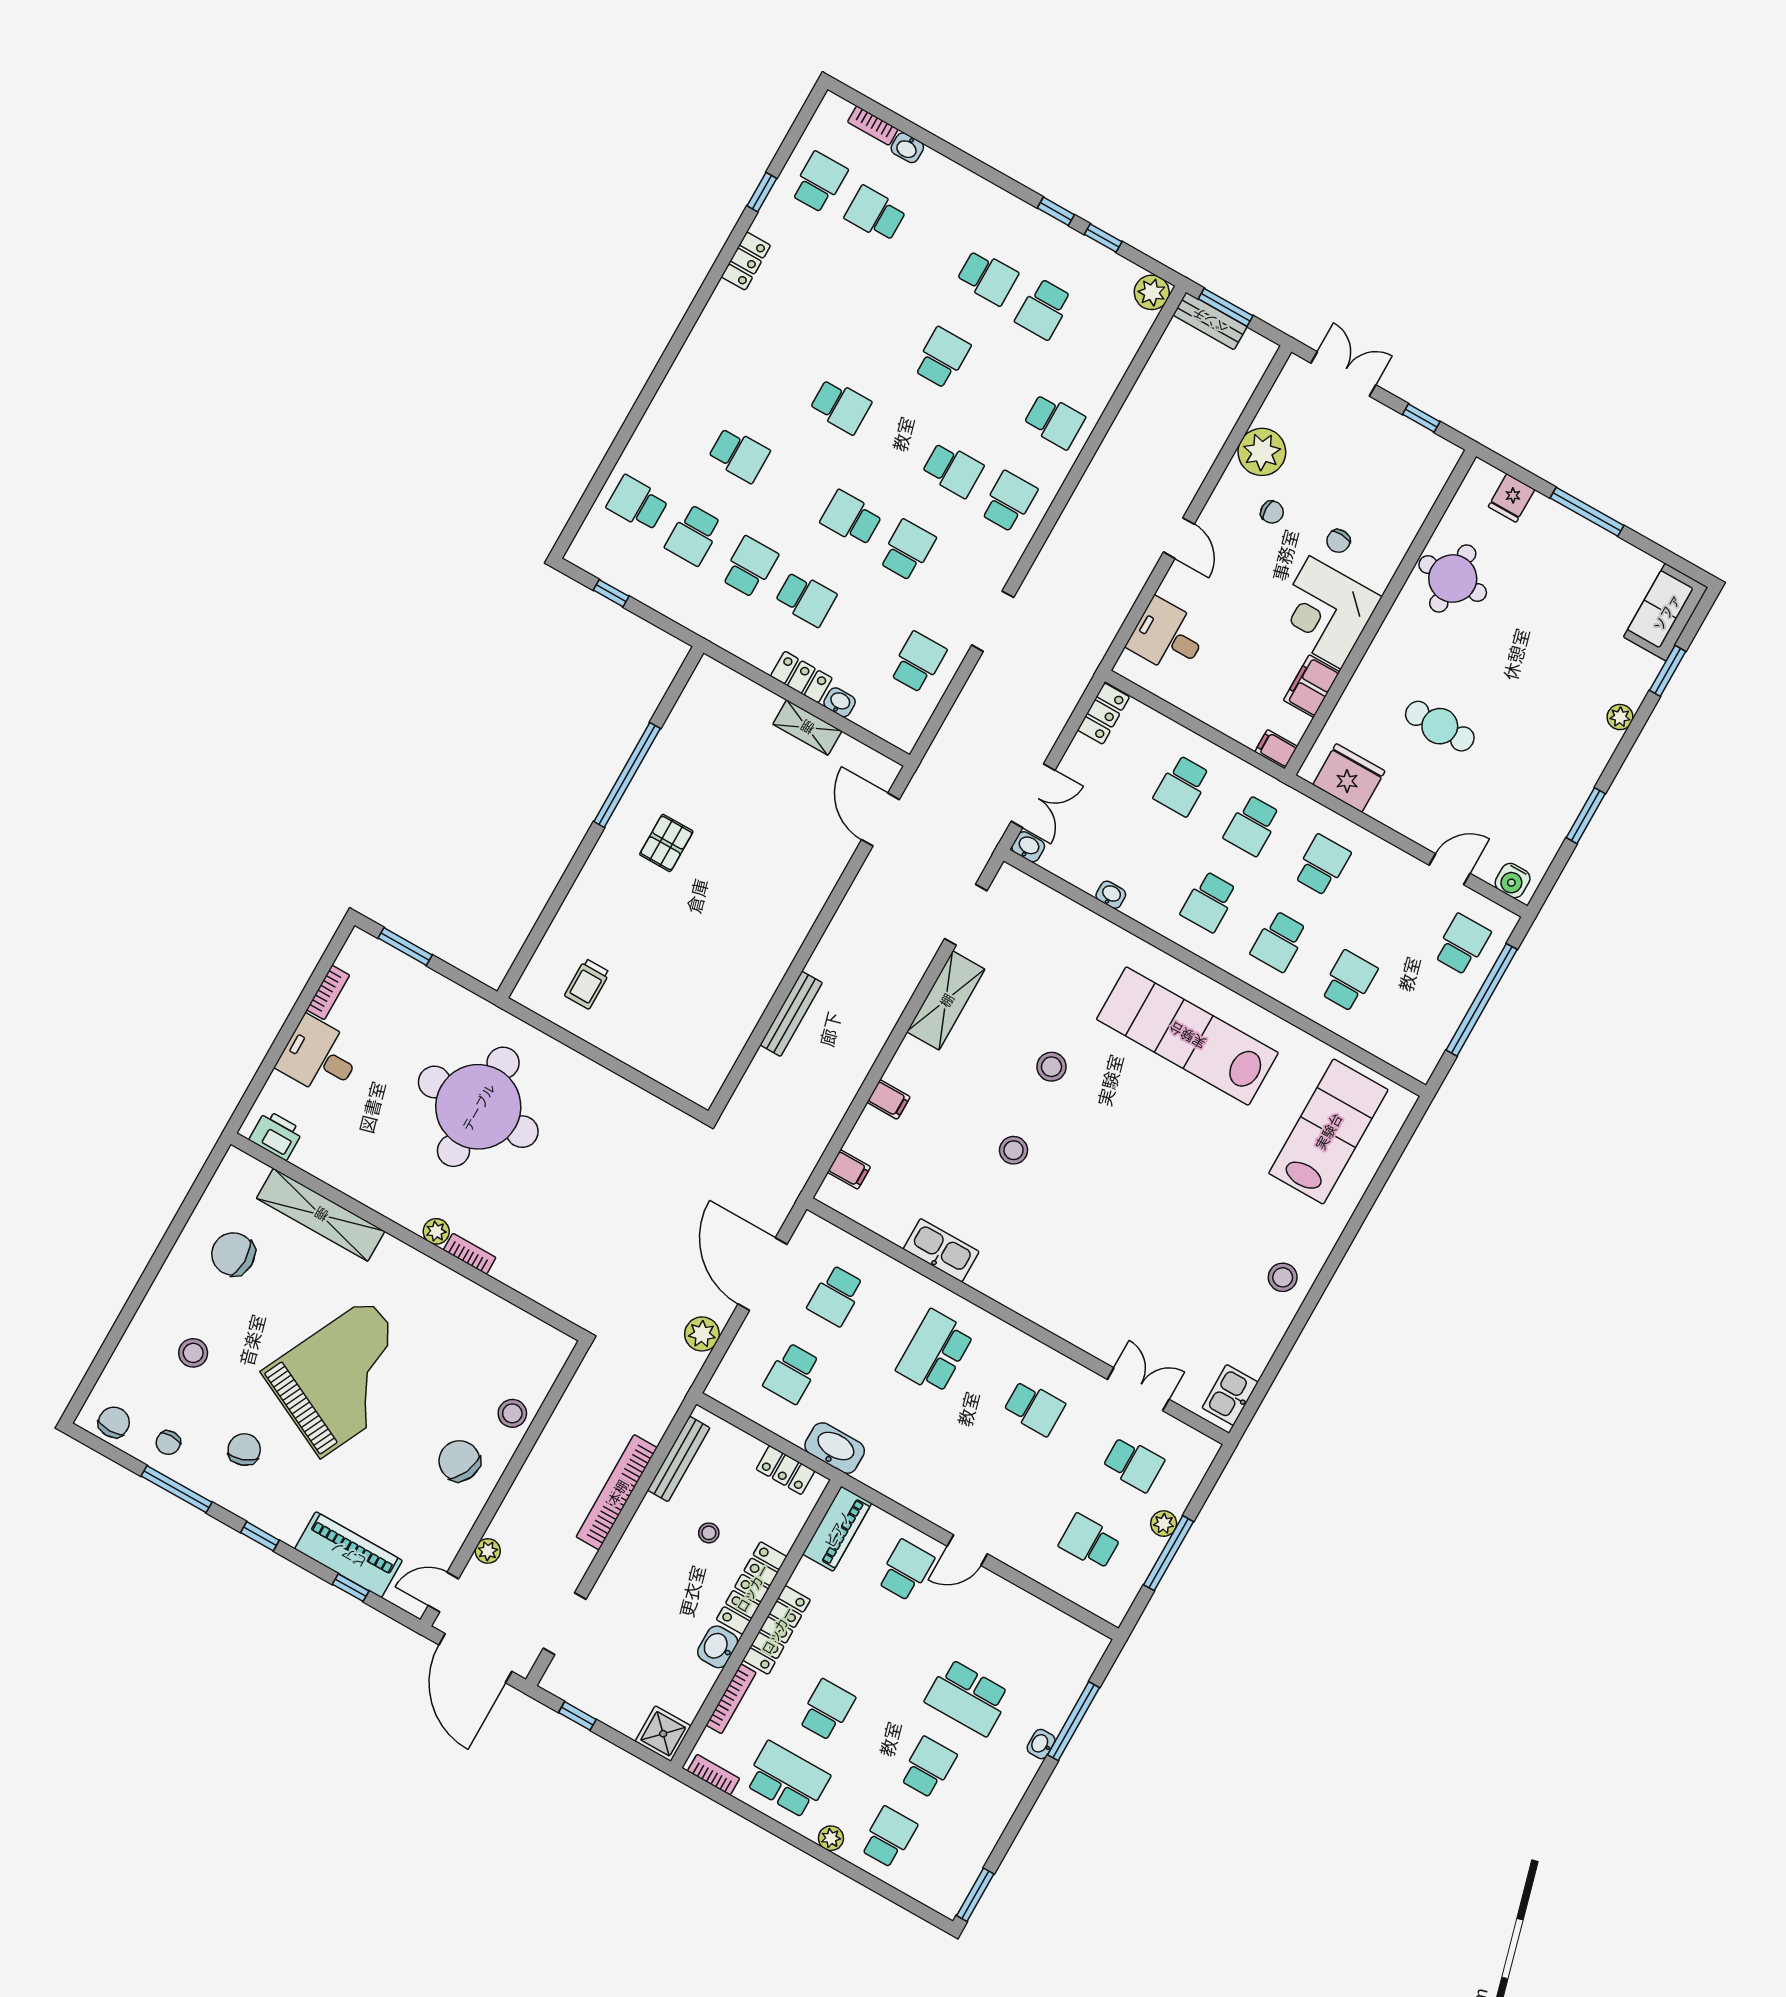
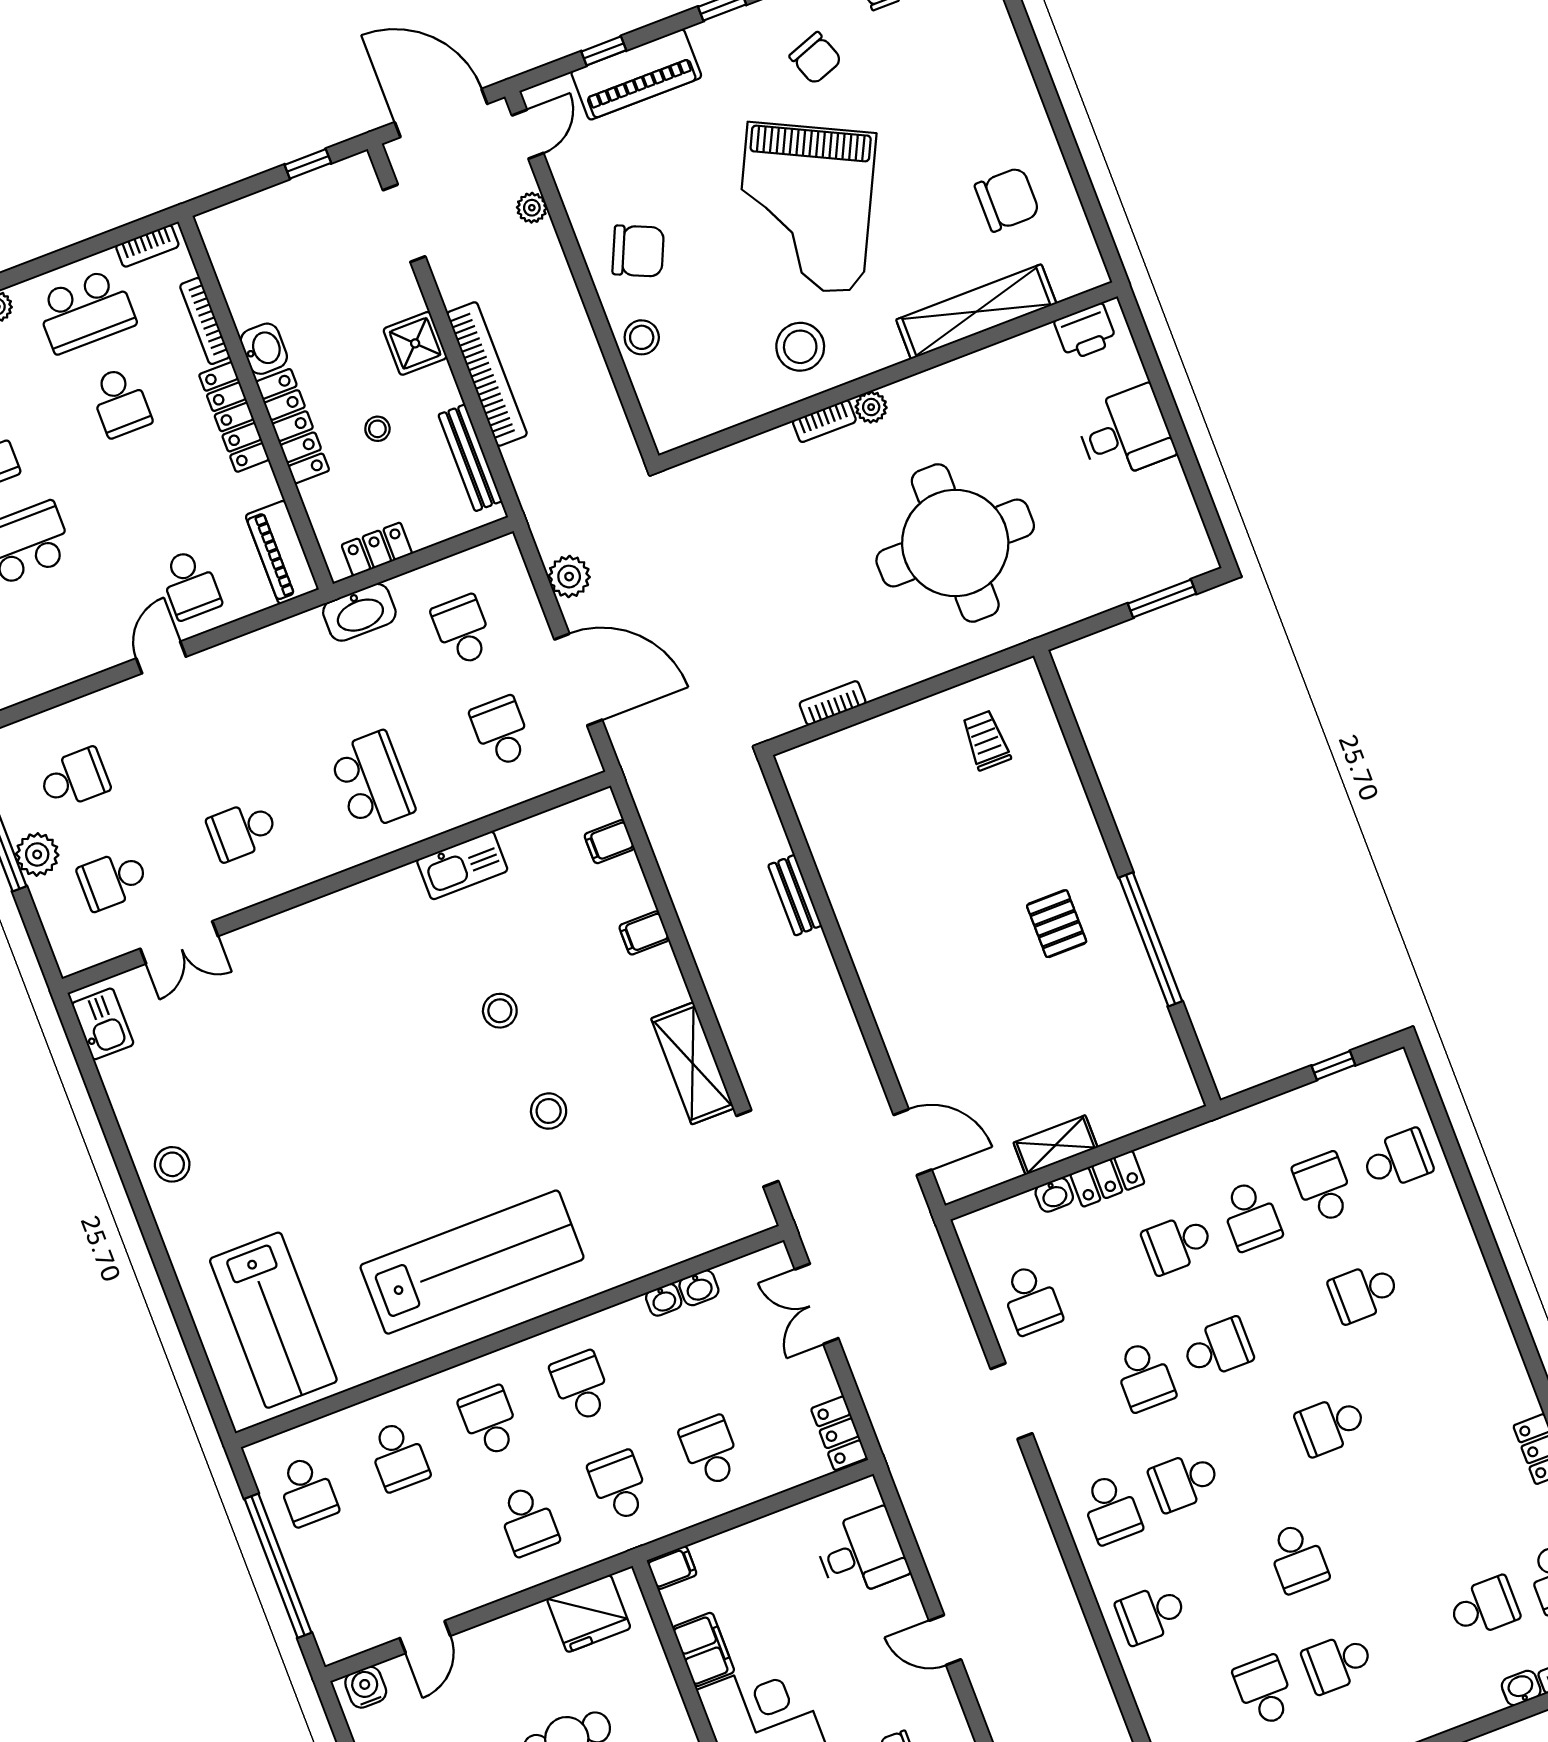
washbasin: (1028, 847) -> (699, 1288), moved
school desk: (1462, 944) -> (307, 1491), moved
bookcase: (328, 992) -> (833, 703), moved, turned 90
bench: (791, 1014) -> (795, 895), width x0.73
stool: (193, 1353) -> (800, 347), moved, width x1.38, depth x1.38
plant: (1164, 1524) -> (37, 854), width x1.38, depth x1.38
shower: (663, 1734) -> (415, 343), moved

